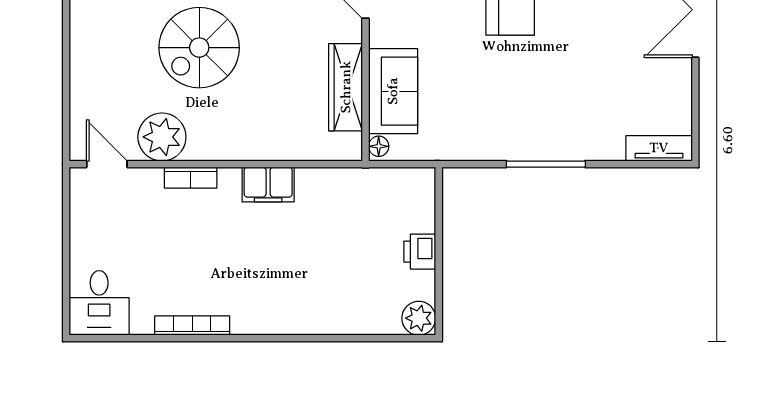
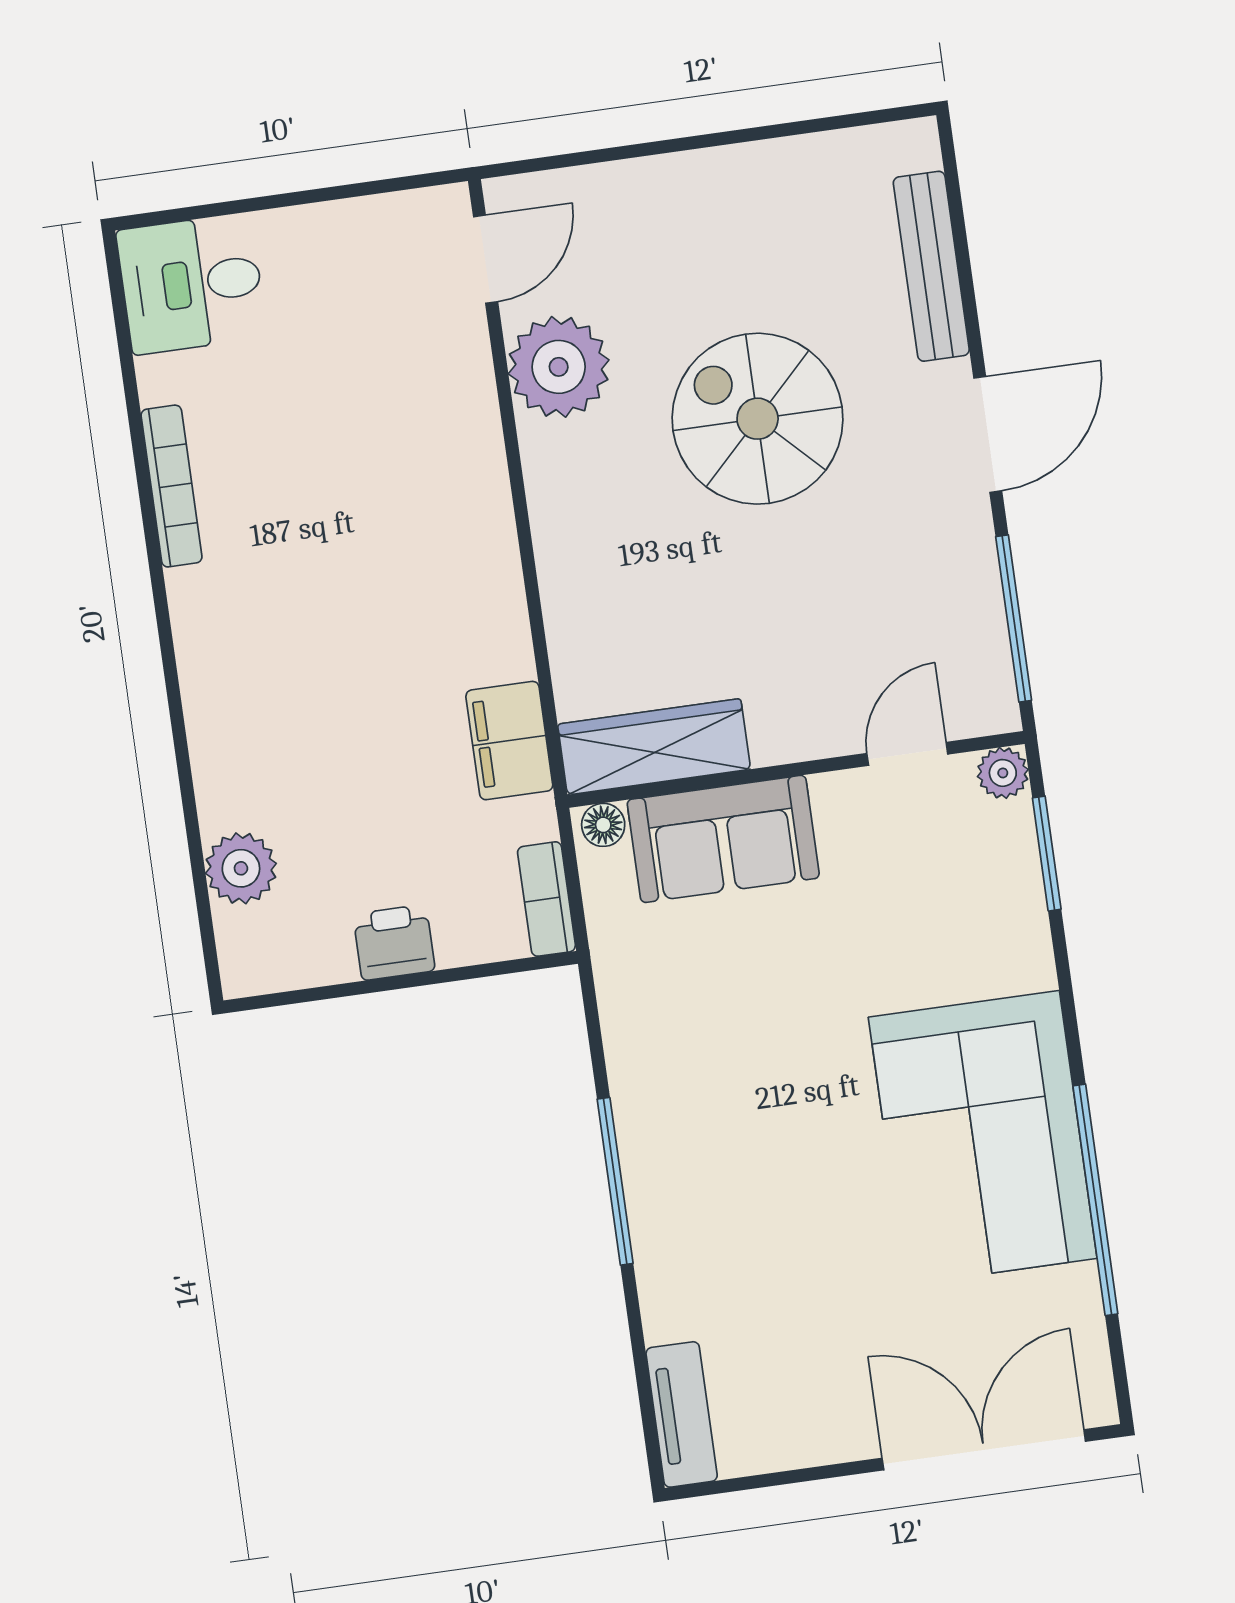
wardrobe: (346, 87) -> (654, 747), moved
bookcase: (191, 178) -> (546, 899), moved
filing cabinet: (268, 185) -> (509, 741), moved
plant: (419, 318) -> (241, 868), moved

